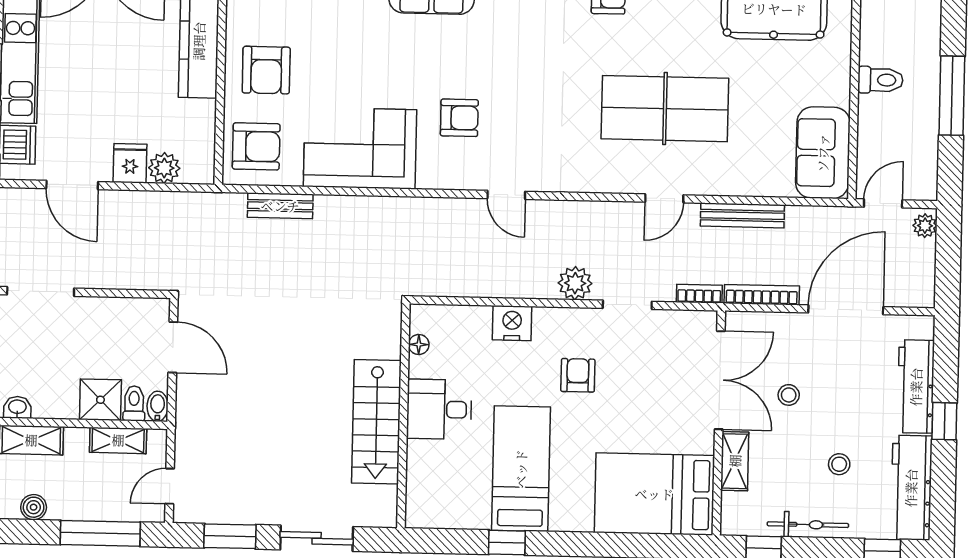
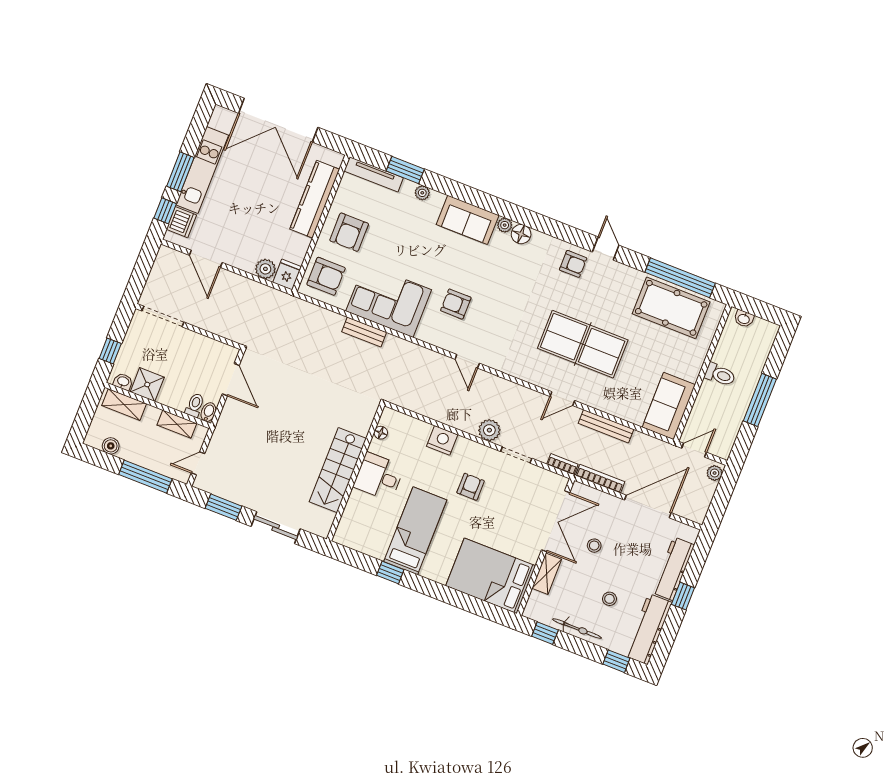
armchair: (459, 118) -> (456, 304), turned 180
fridge: (130, 163) -> (287, 275), moved
bench: (280, 206) -> (364, 332), moved
shower: (100, 400) -> (147, 385), moved

